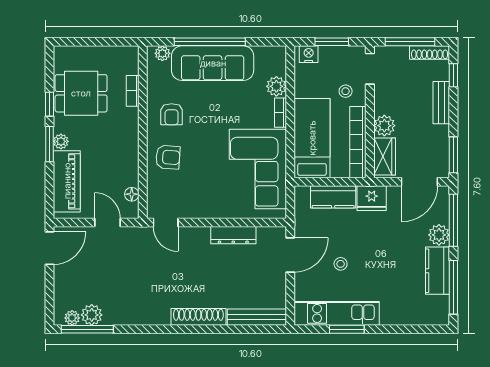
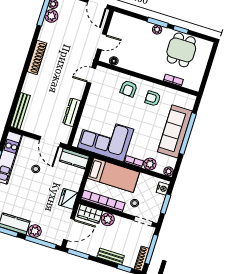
plant: (162, 53) -> (169, 171), moved
piano: (67, 181) -> (133, 26), removed
door: (419, 182) -> (69, 229), swing flipped
kitchen counter: (333, 197) -> (74, 159), moved, turned -90
shoe rack: (198, 317) -> (37, 57), moved

